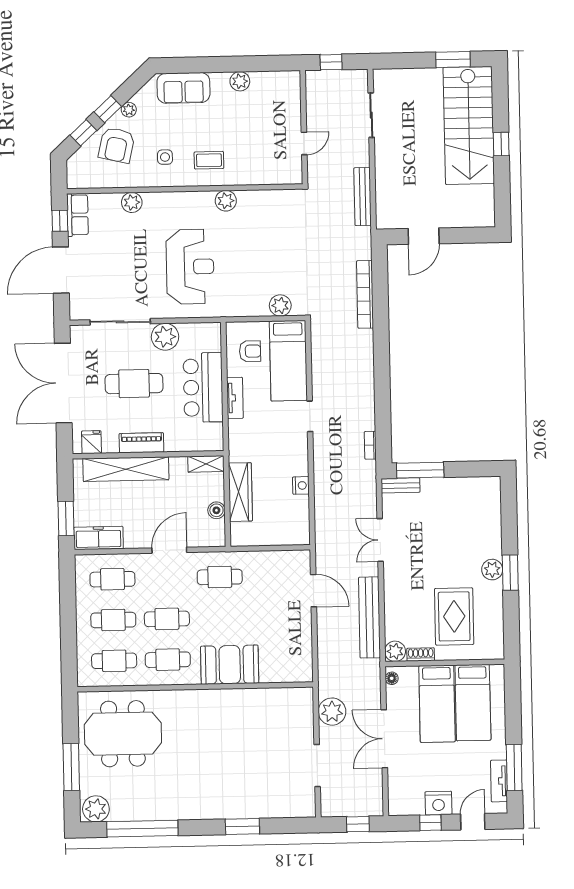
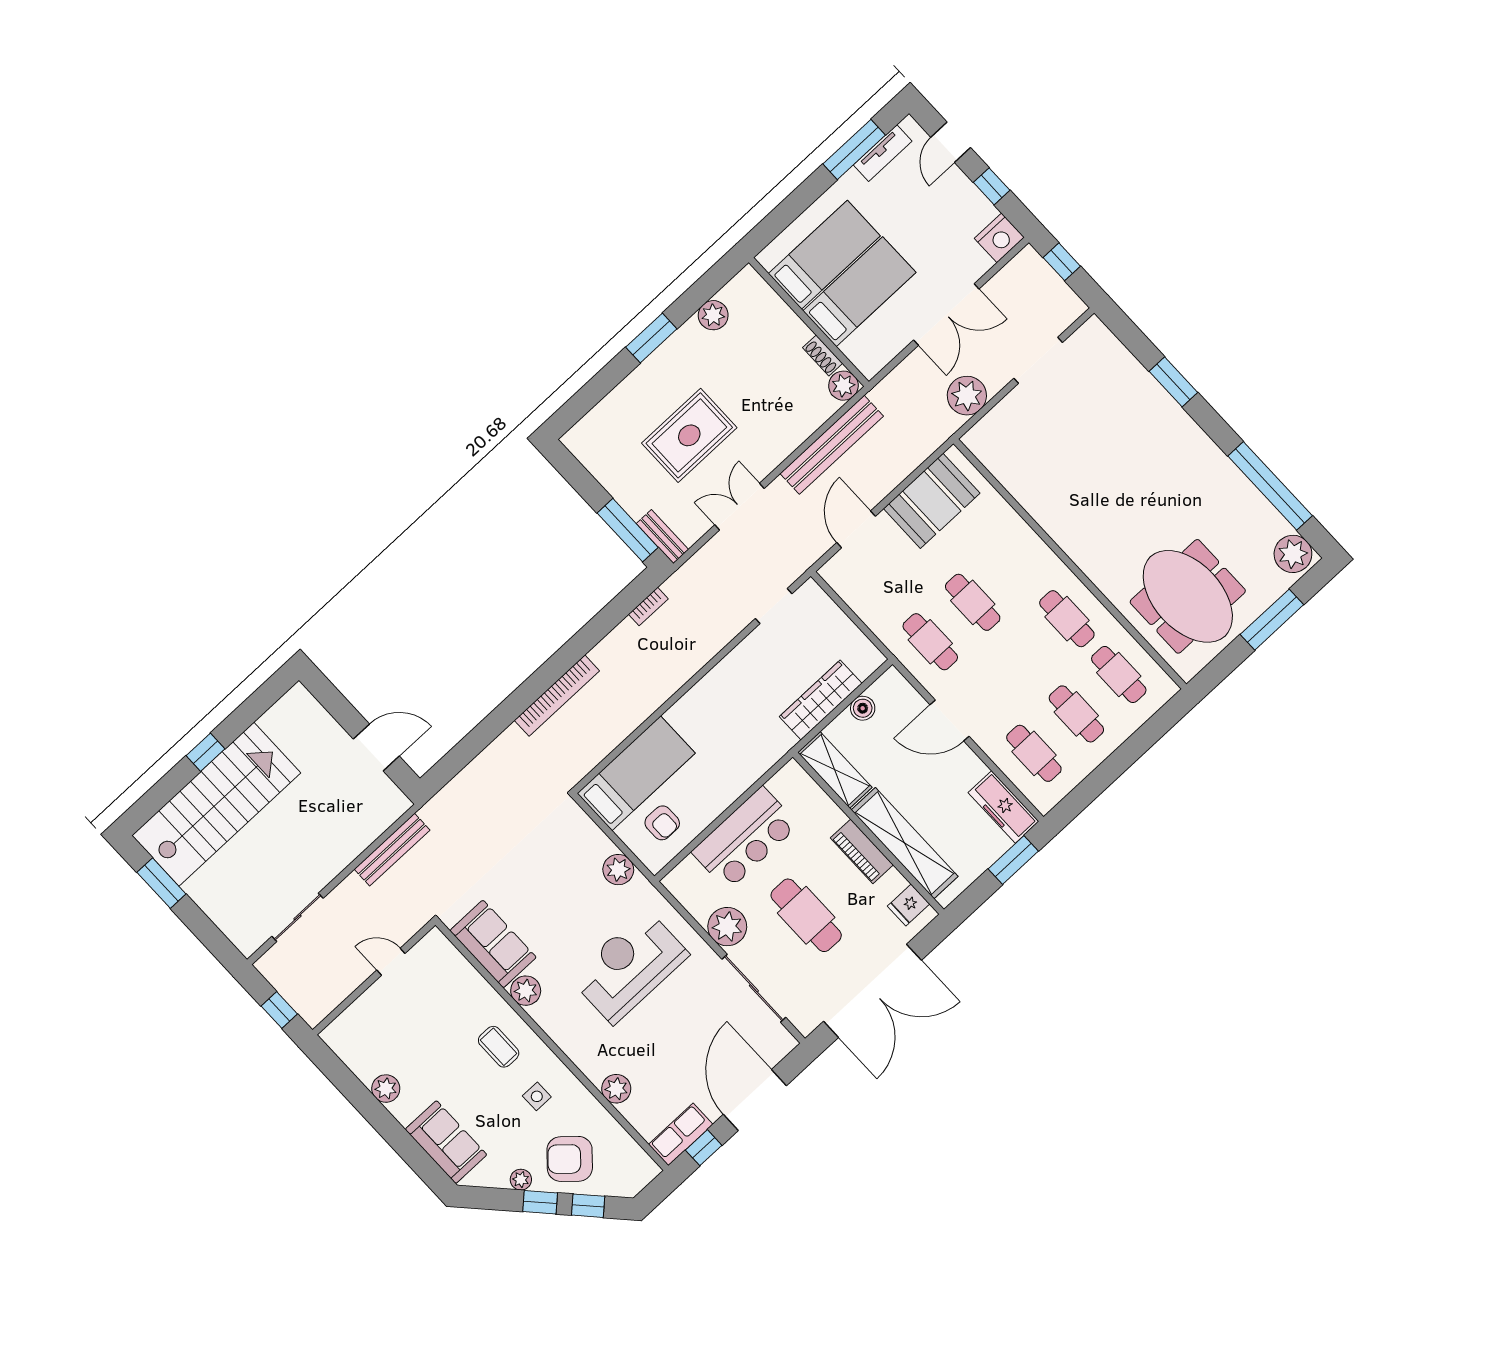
armchair: (117, 145) -> (570, 1159), turned -151
sofa: (266, 205) -> (493, 944), added
door: (61, 270) -> (755, 1100), swing flipped
bookcase: (365, 294) -> (557, 696), moved
plant: (280, 305) -> (618, 870), moved
armchair: (250, 351) -> (662, 823), turned 180
tv unit: (235, 398) -> (726, 795), removed
doorway: (310, 416) -> (774, 606), moved
shelving: (206, 464) -> (835, 770), width x1.50, depth x1.33
nightstand: (301, 485) -> (757, 642), removed
double door: (380, 540) -> (740, 507), swing flipped
plant: (492, 570) -> (713, 315), moved
rug: (454, 616) -> (689, 435), moved
cafe table: (167, 619) -> (973, 602), moved
booth: (230, 665) -> (932, 501), moved, turned 90
floor lamp: (392, 678) -> (875, 364), removed
nightstand: (439, 803) -> (999, 238), moved, turned 90
door: (473, 822) -> (951, 142), hinge flipped

